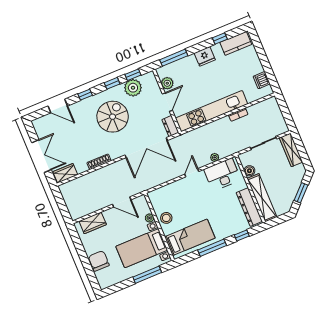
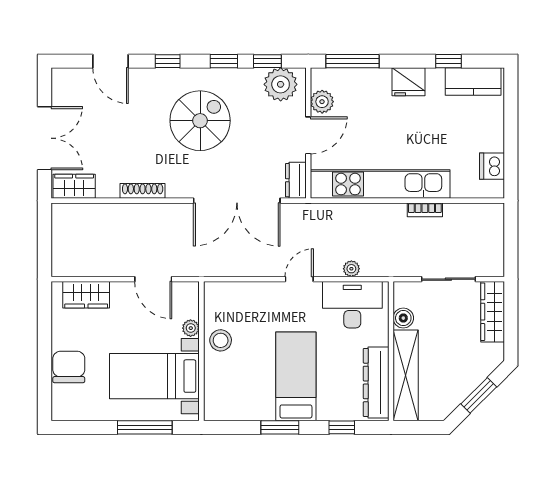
plant: (133, 88) -> (281, 84), moved
bed: (190, 237) -> (296, 376), moved, turned -90
window: (212, 248) -> (280, 427), width x0.69

